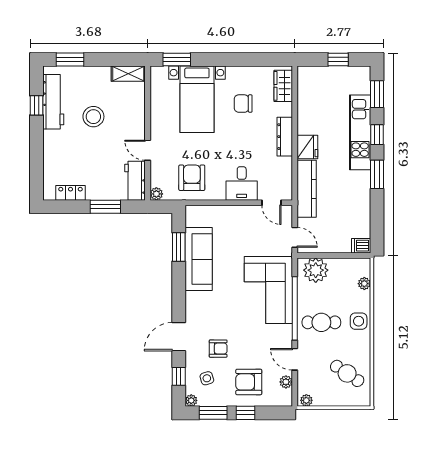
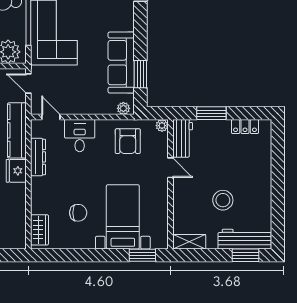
workbench: (53, 102) -> (245, 239), moved, turned 90
window: (37, 105) -> (278, 211), removed
dresser: (285, 137) -> (38, 157), moved
plant: (196, 212) -> (123, 108), added

